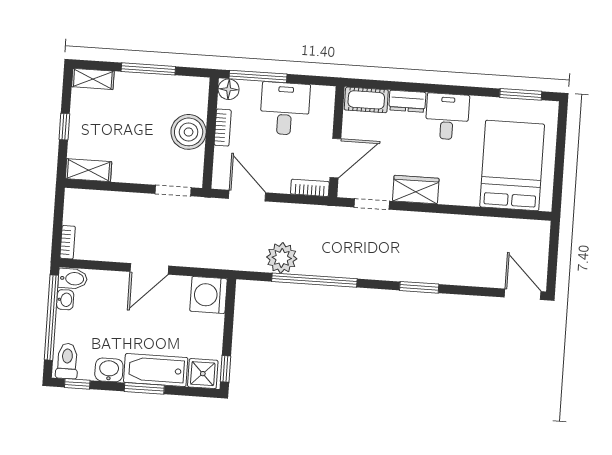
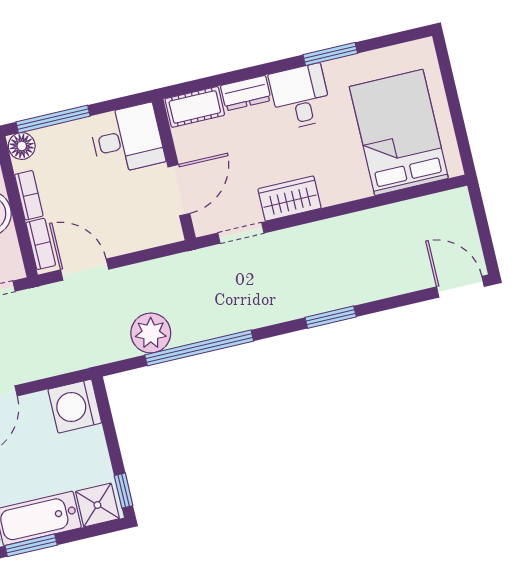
window: (521, 94) -> (330, 54), moved
desk: (285, 109) -> (127, 139), moved, turned 90
bookcase: (310, 188) -> (41, 244), moved, turned 90

